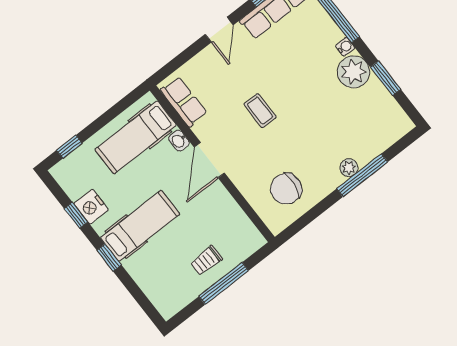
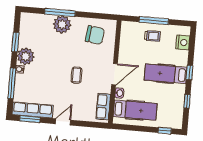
plant: (349, 168) -> (62, 24), width x1.87, depth x1.87
nightstand: (91, 207) -> (183, 42), moved

